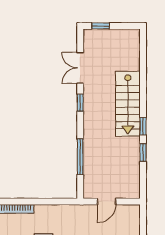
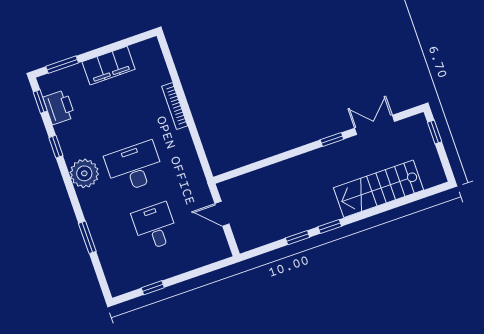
stairs: (128, 104) -> (379, 189), moved
window: (80, 157) -> (266, 163), removed

